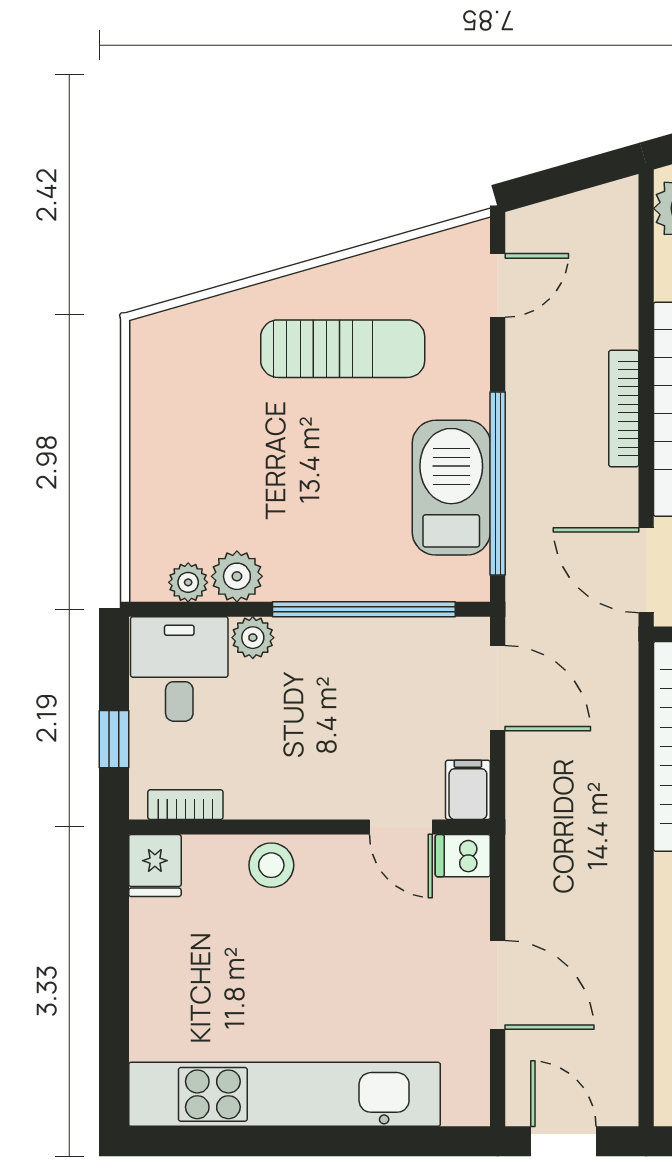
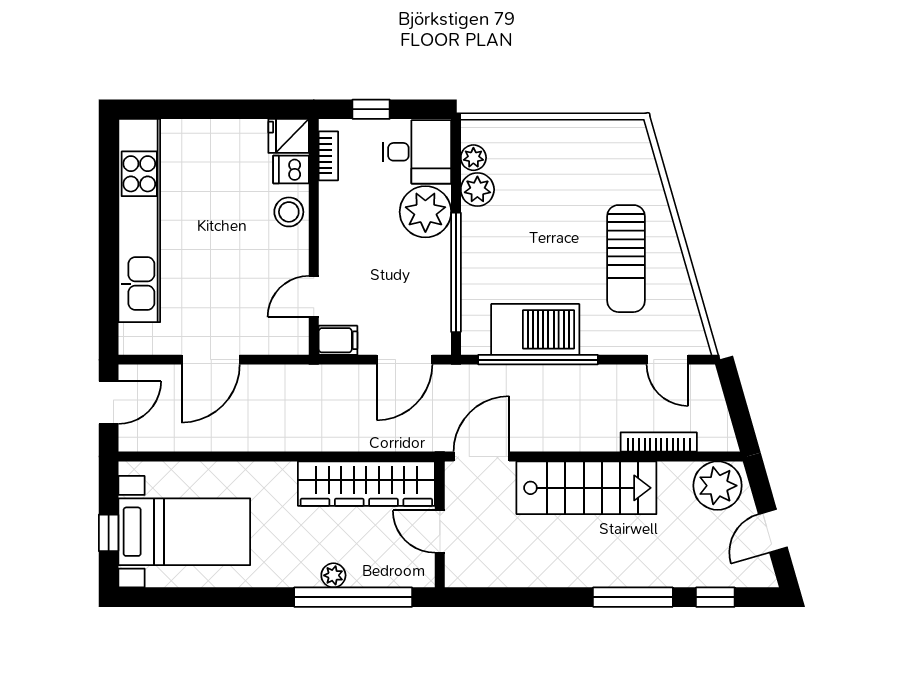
bookcase: (624, 408) -> (659, 442), moved
plant: (253, 638) -> (425, 212), width x1.87, depth x1.87
dishwasher: (463, 856) -> (291, 169), moved, turned -90

